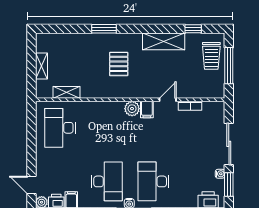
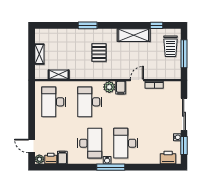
desk: (107, 128) -> (90, 102), added

